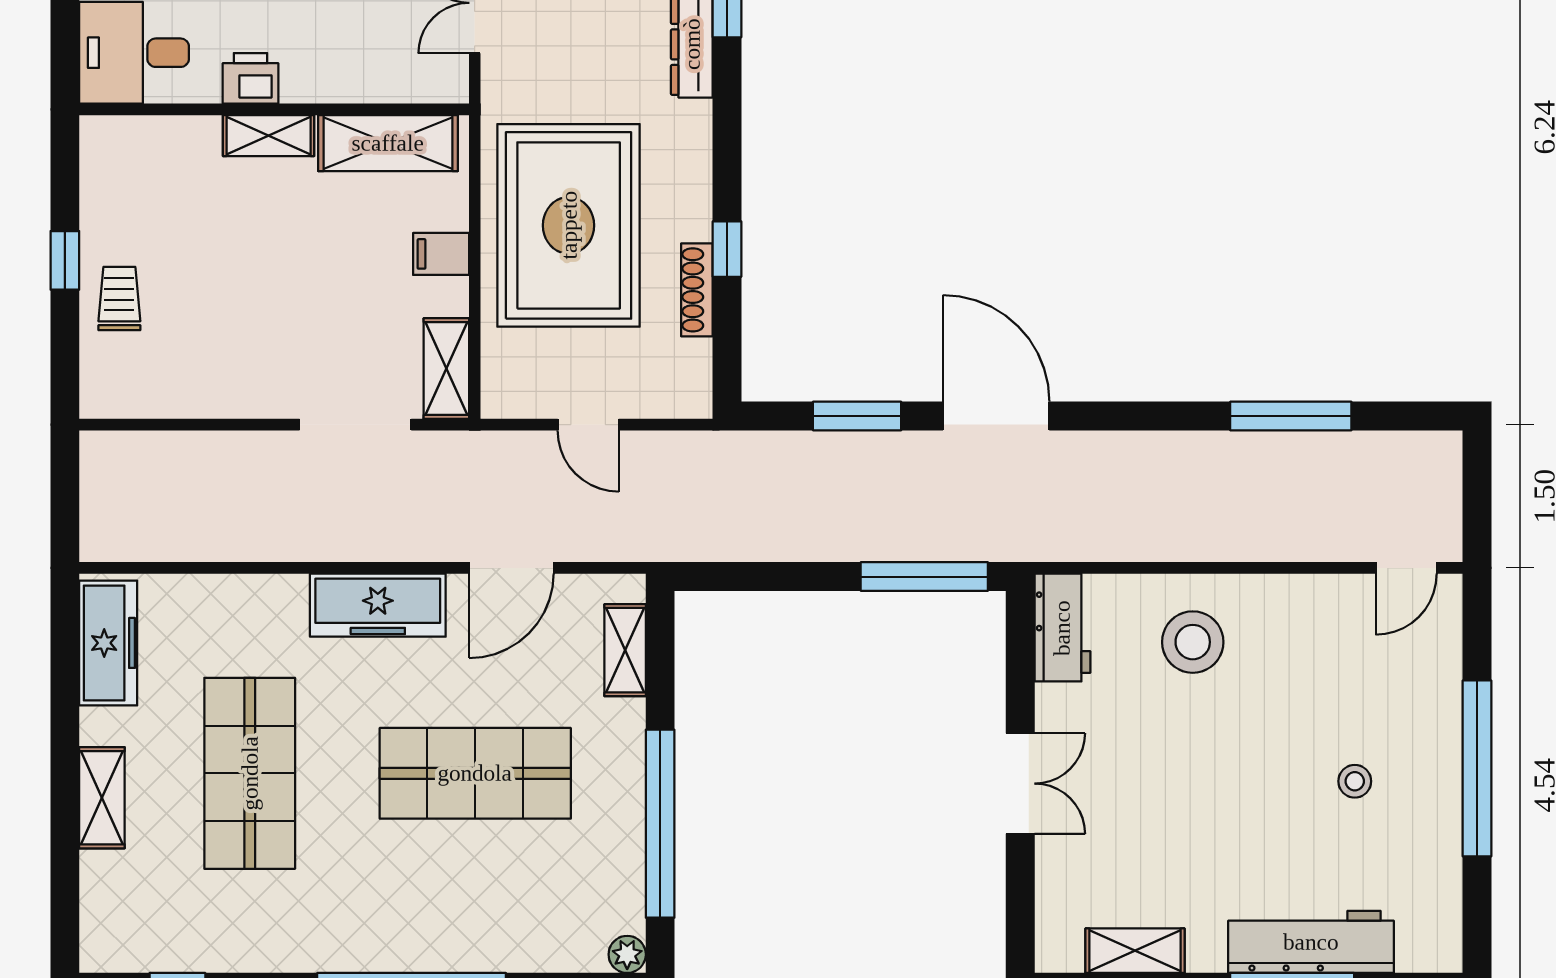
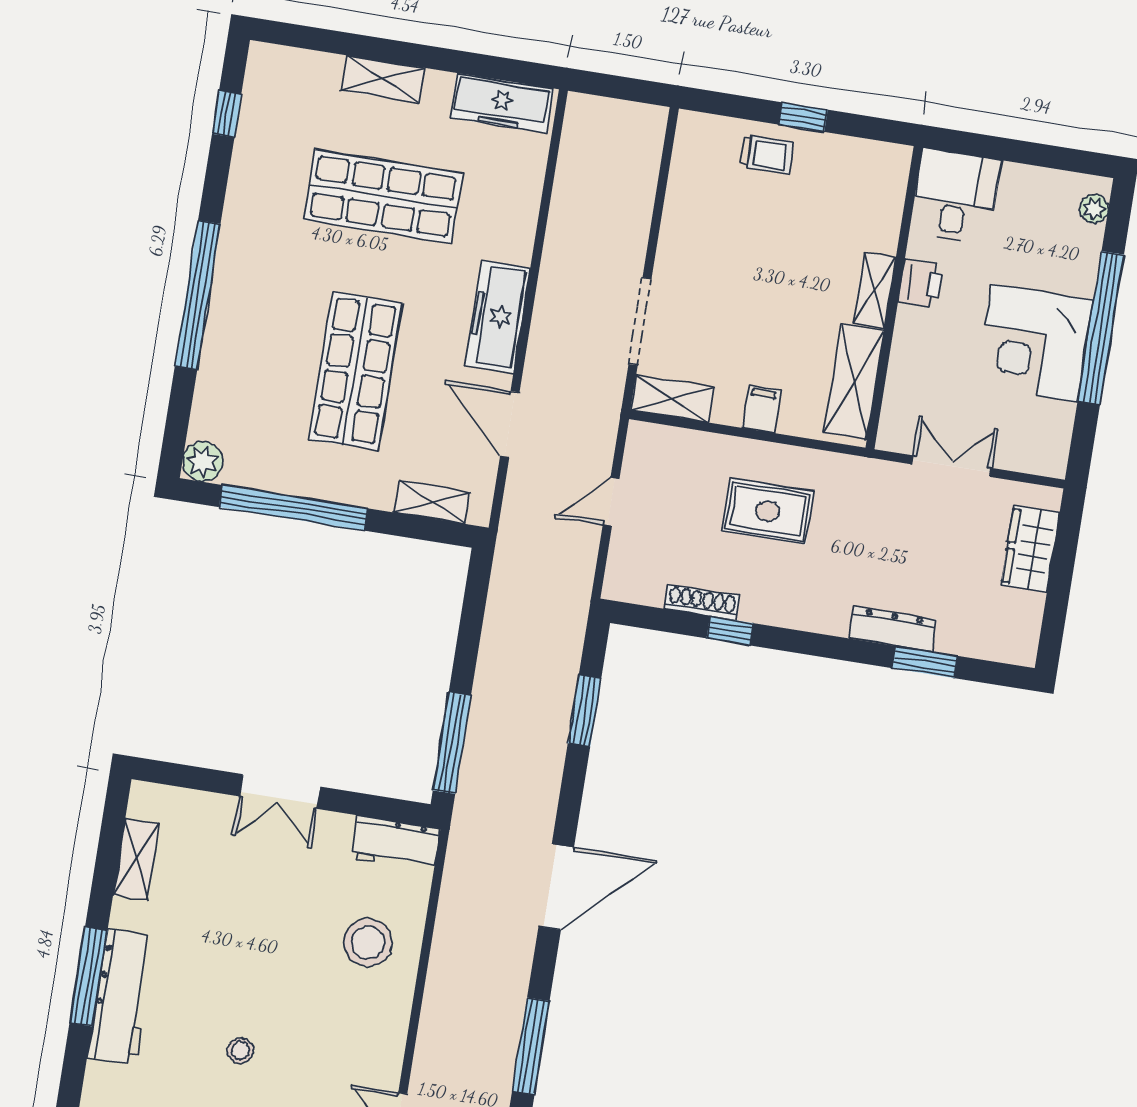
rug: (569, 225) -> (768, 511), width x0.54, depth x0.49
door: (996, 416) -> (556, 887), moved
plant: (627, 954) -> (203, 462), width x1.38, depth x1.38

